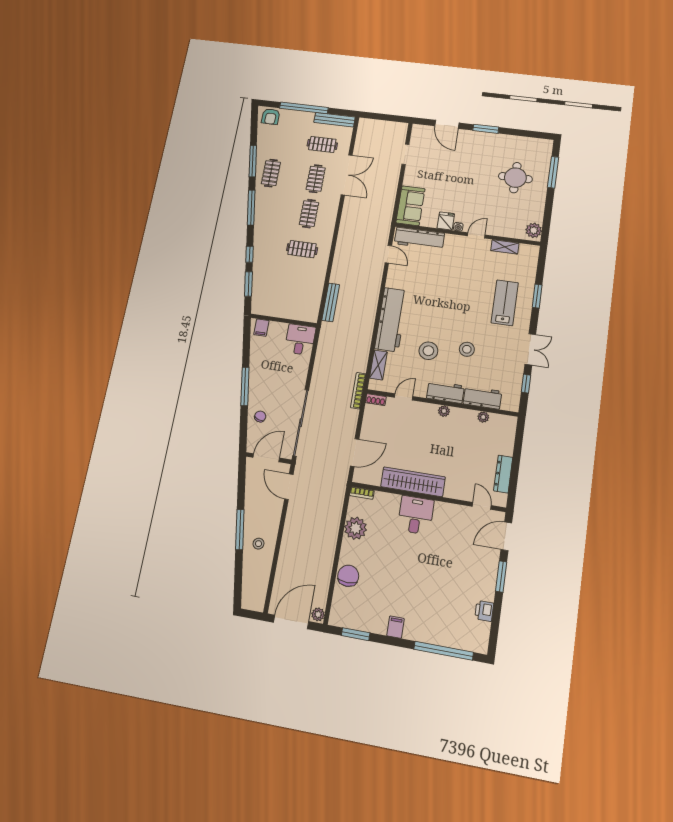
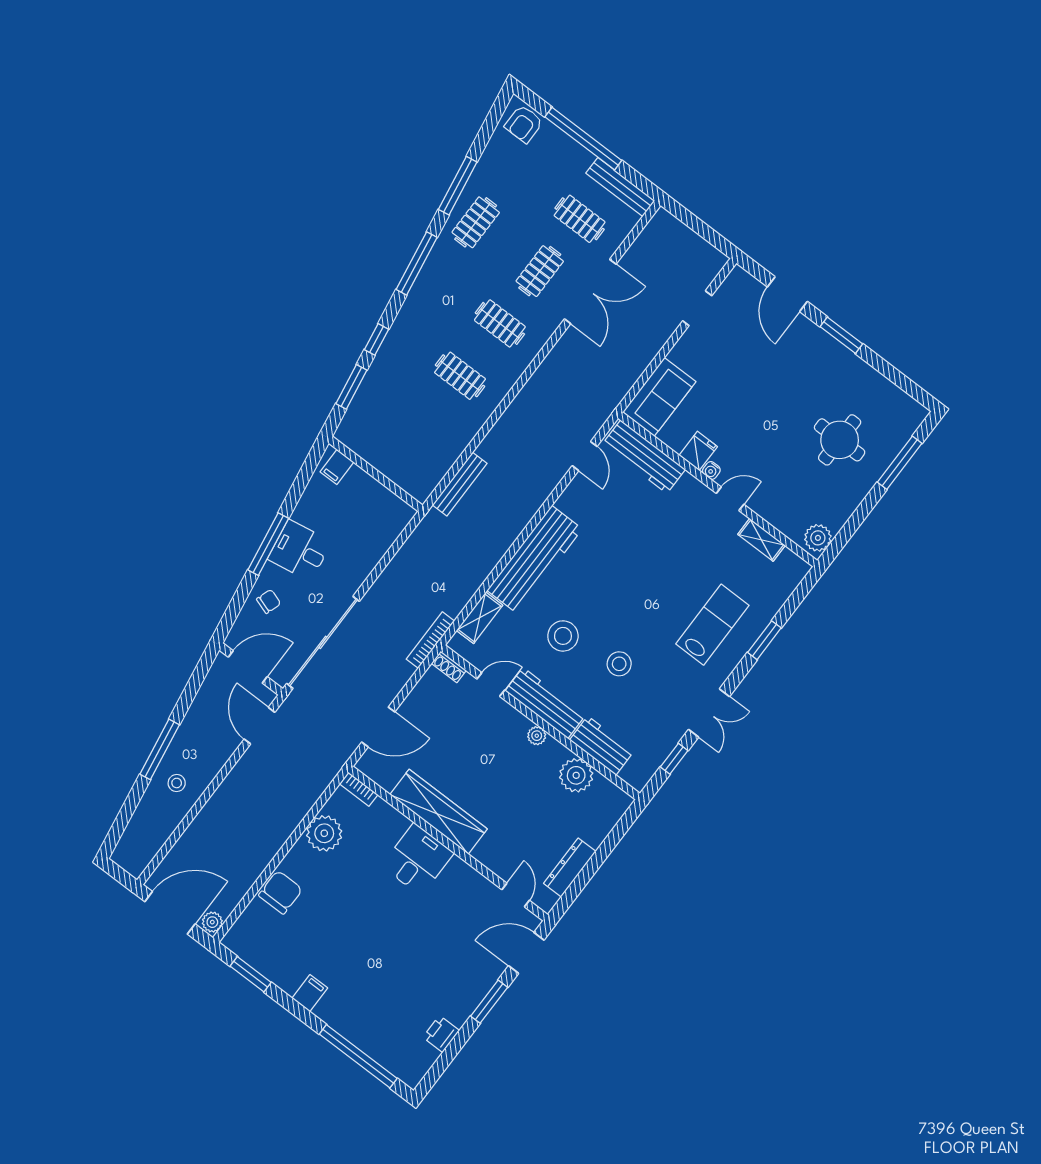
clothes rail: (309, 214) -> (500, 323), turned 90
desk: (300, 340) -> (300, 550), moved, turned -99
workbench: (445, 392) -> (545, 703), width x1.38
plant: (483, 417) -> (576, 775), width x1.88, depth x1.88

